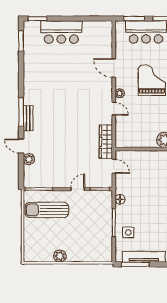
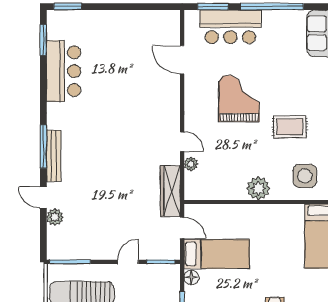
bar counter: (61, 32) -> (64, 71), moved, turned -90
door: (114, 68) -> (182, 60), moved
plant: (120, 93) -> (191, 164), moved
bench: (28, 118) -> (54, 156), width x1.36
bed: (137, 184) -> (217, 254), added

